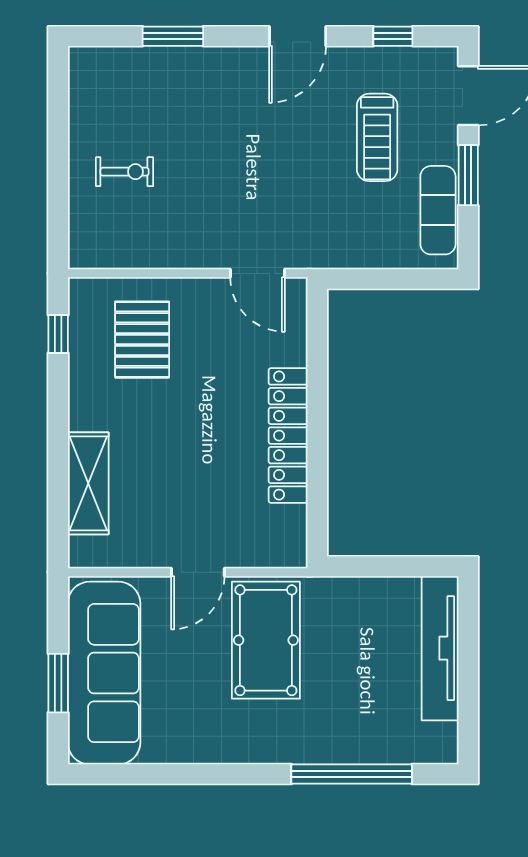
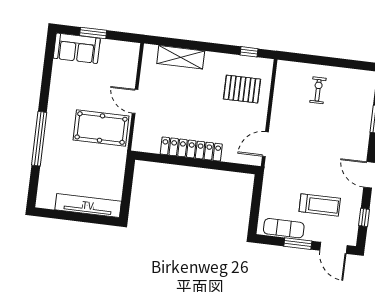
treadmill: (377, 137) -> (320, 205), turned 180
exercise bike: (125, 172) -> (318, 90), turned 180
sofa: (104, 673) -> (77, 48), width x0.54, depth x0.79
window: (352, 774) -> (39, 139), moved

